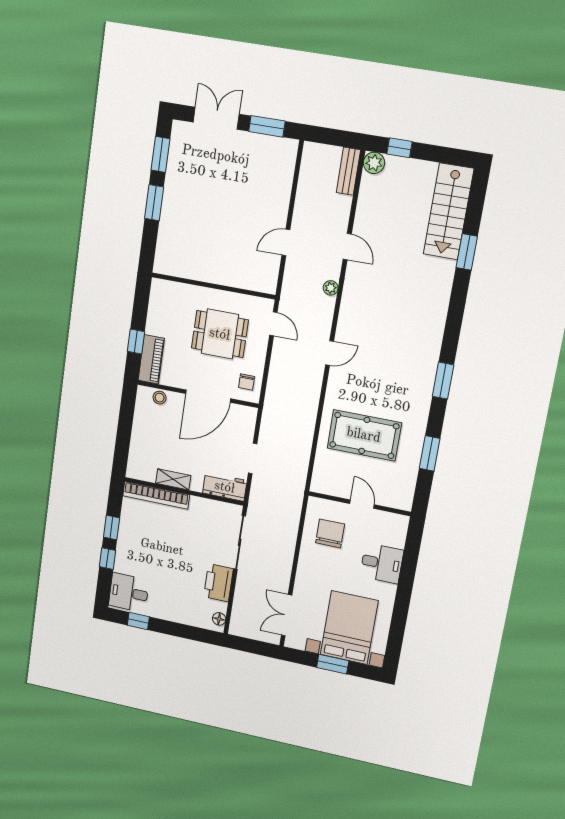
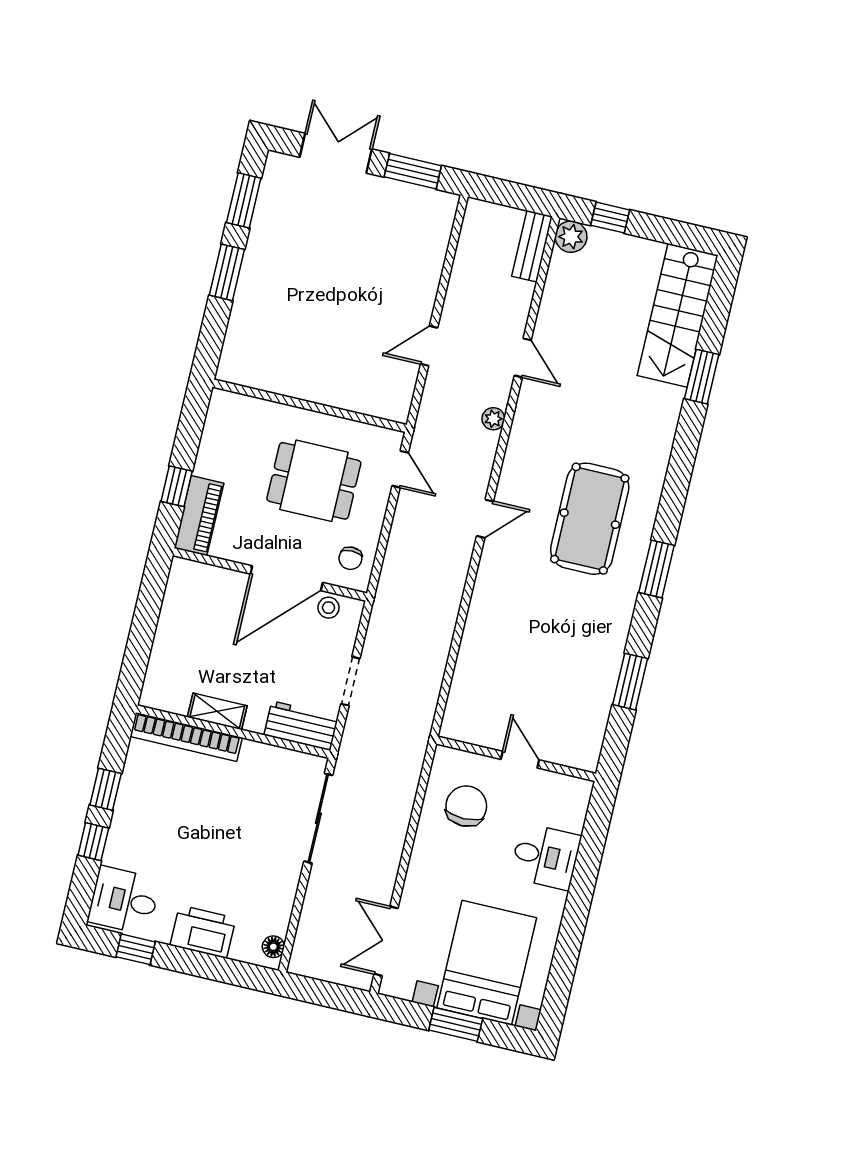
stool: (160, 398) -> (329, 608), moved
pool table: (364, 435) -> (590, 519), moved, turned 90
printer: (219, 583) -> (203, 932), moved, turned 90

